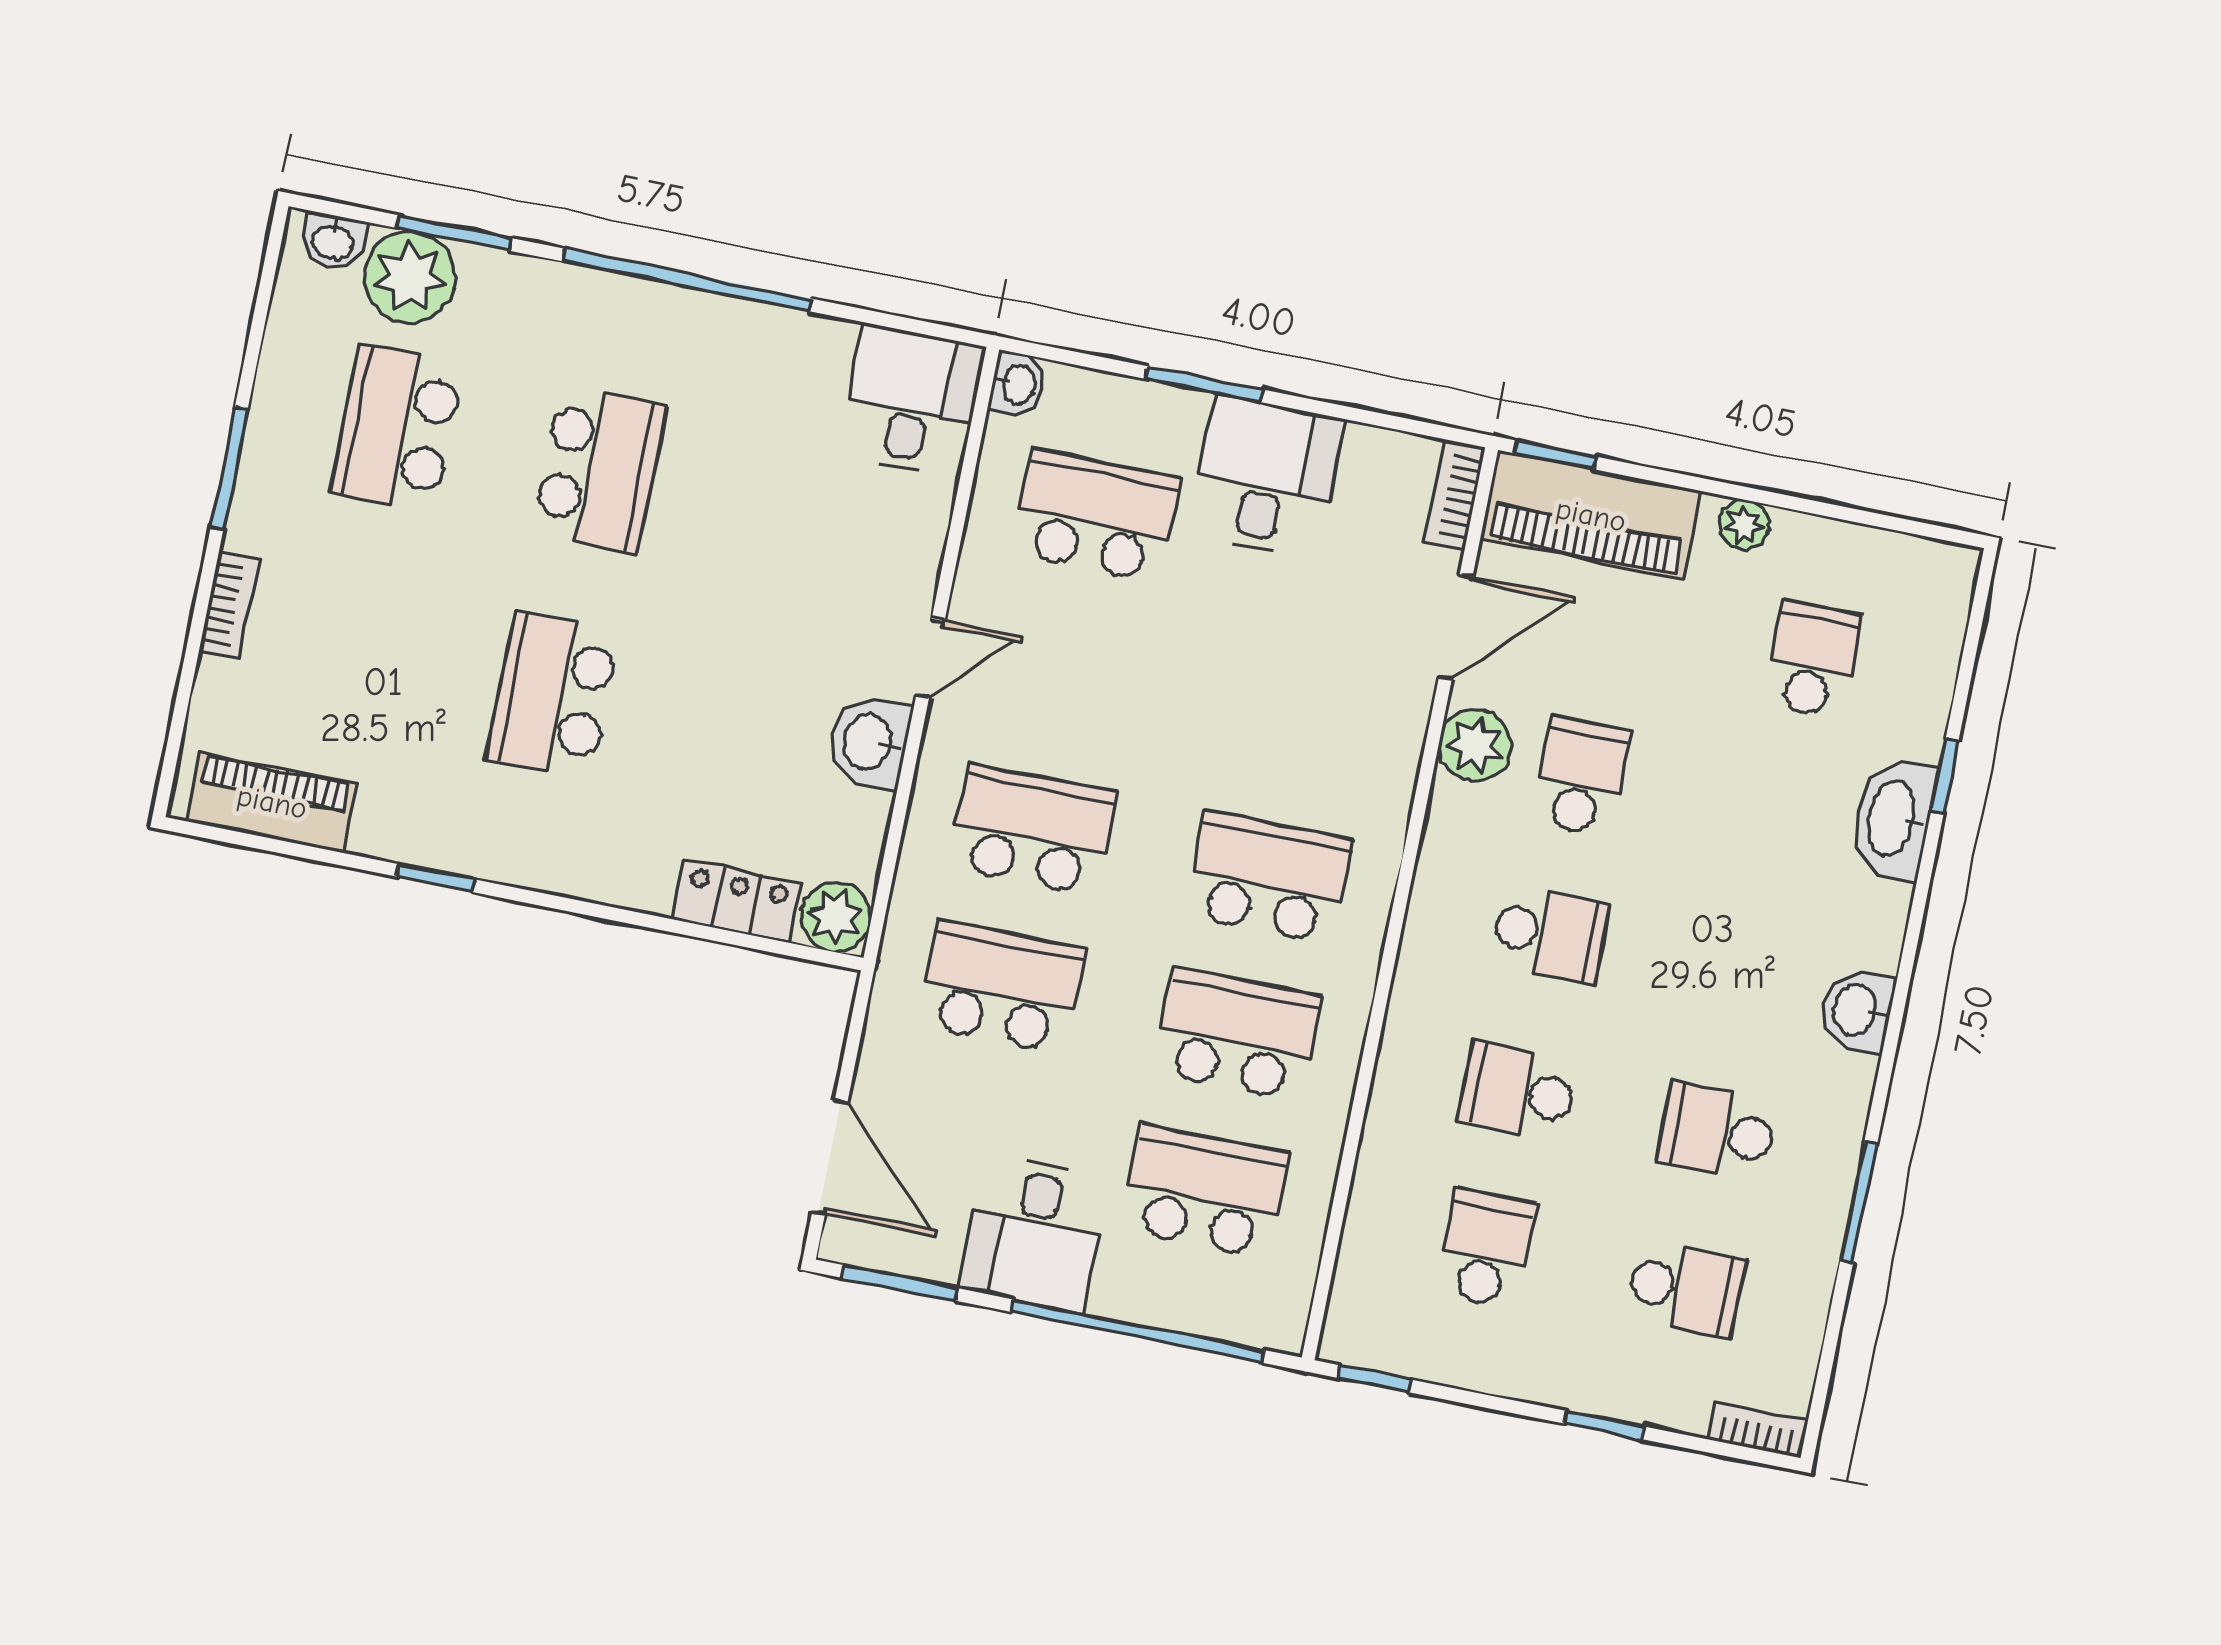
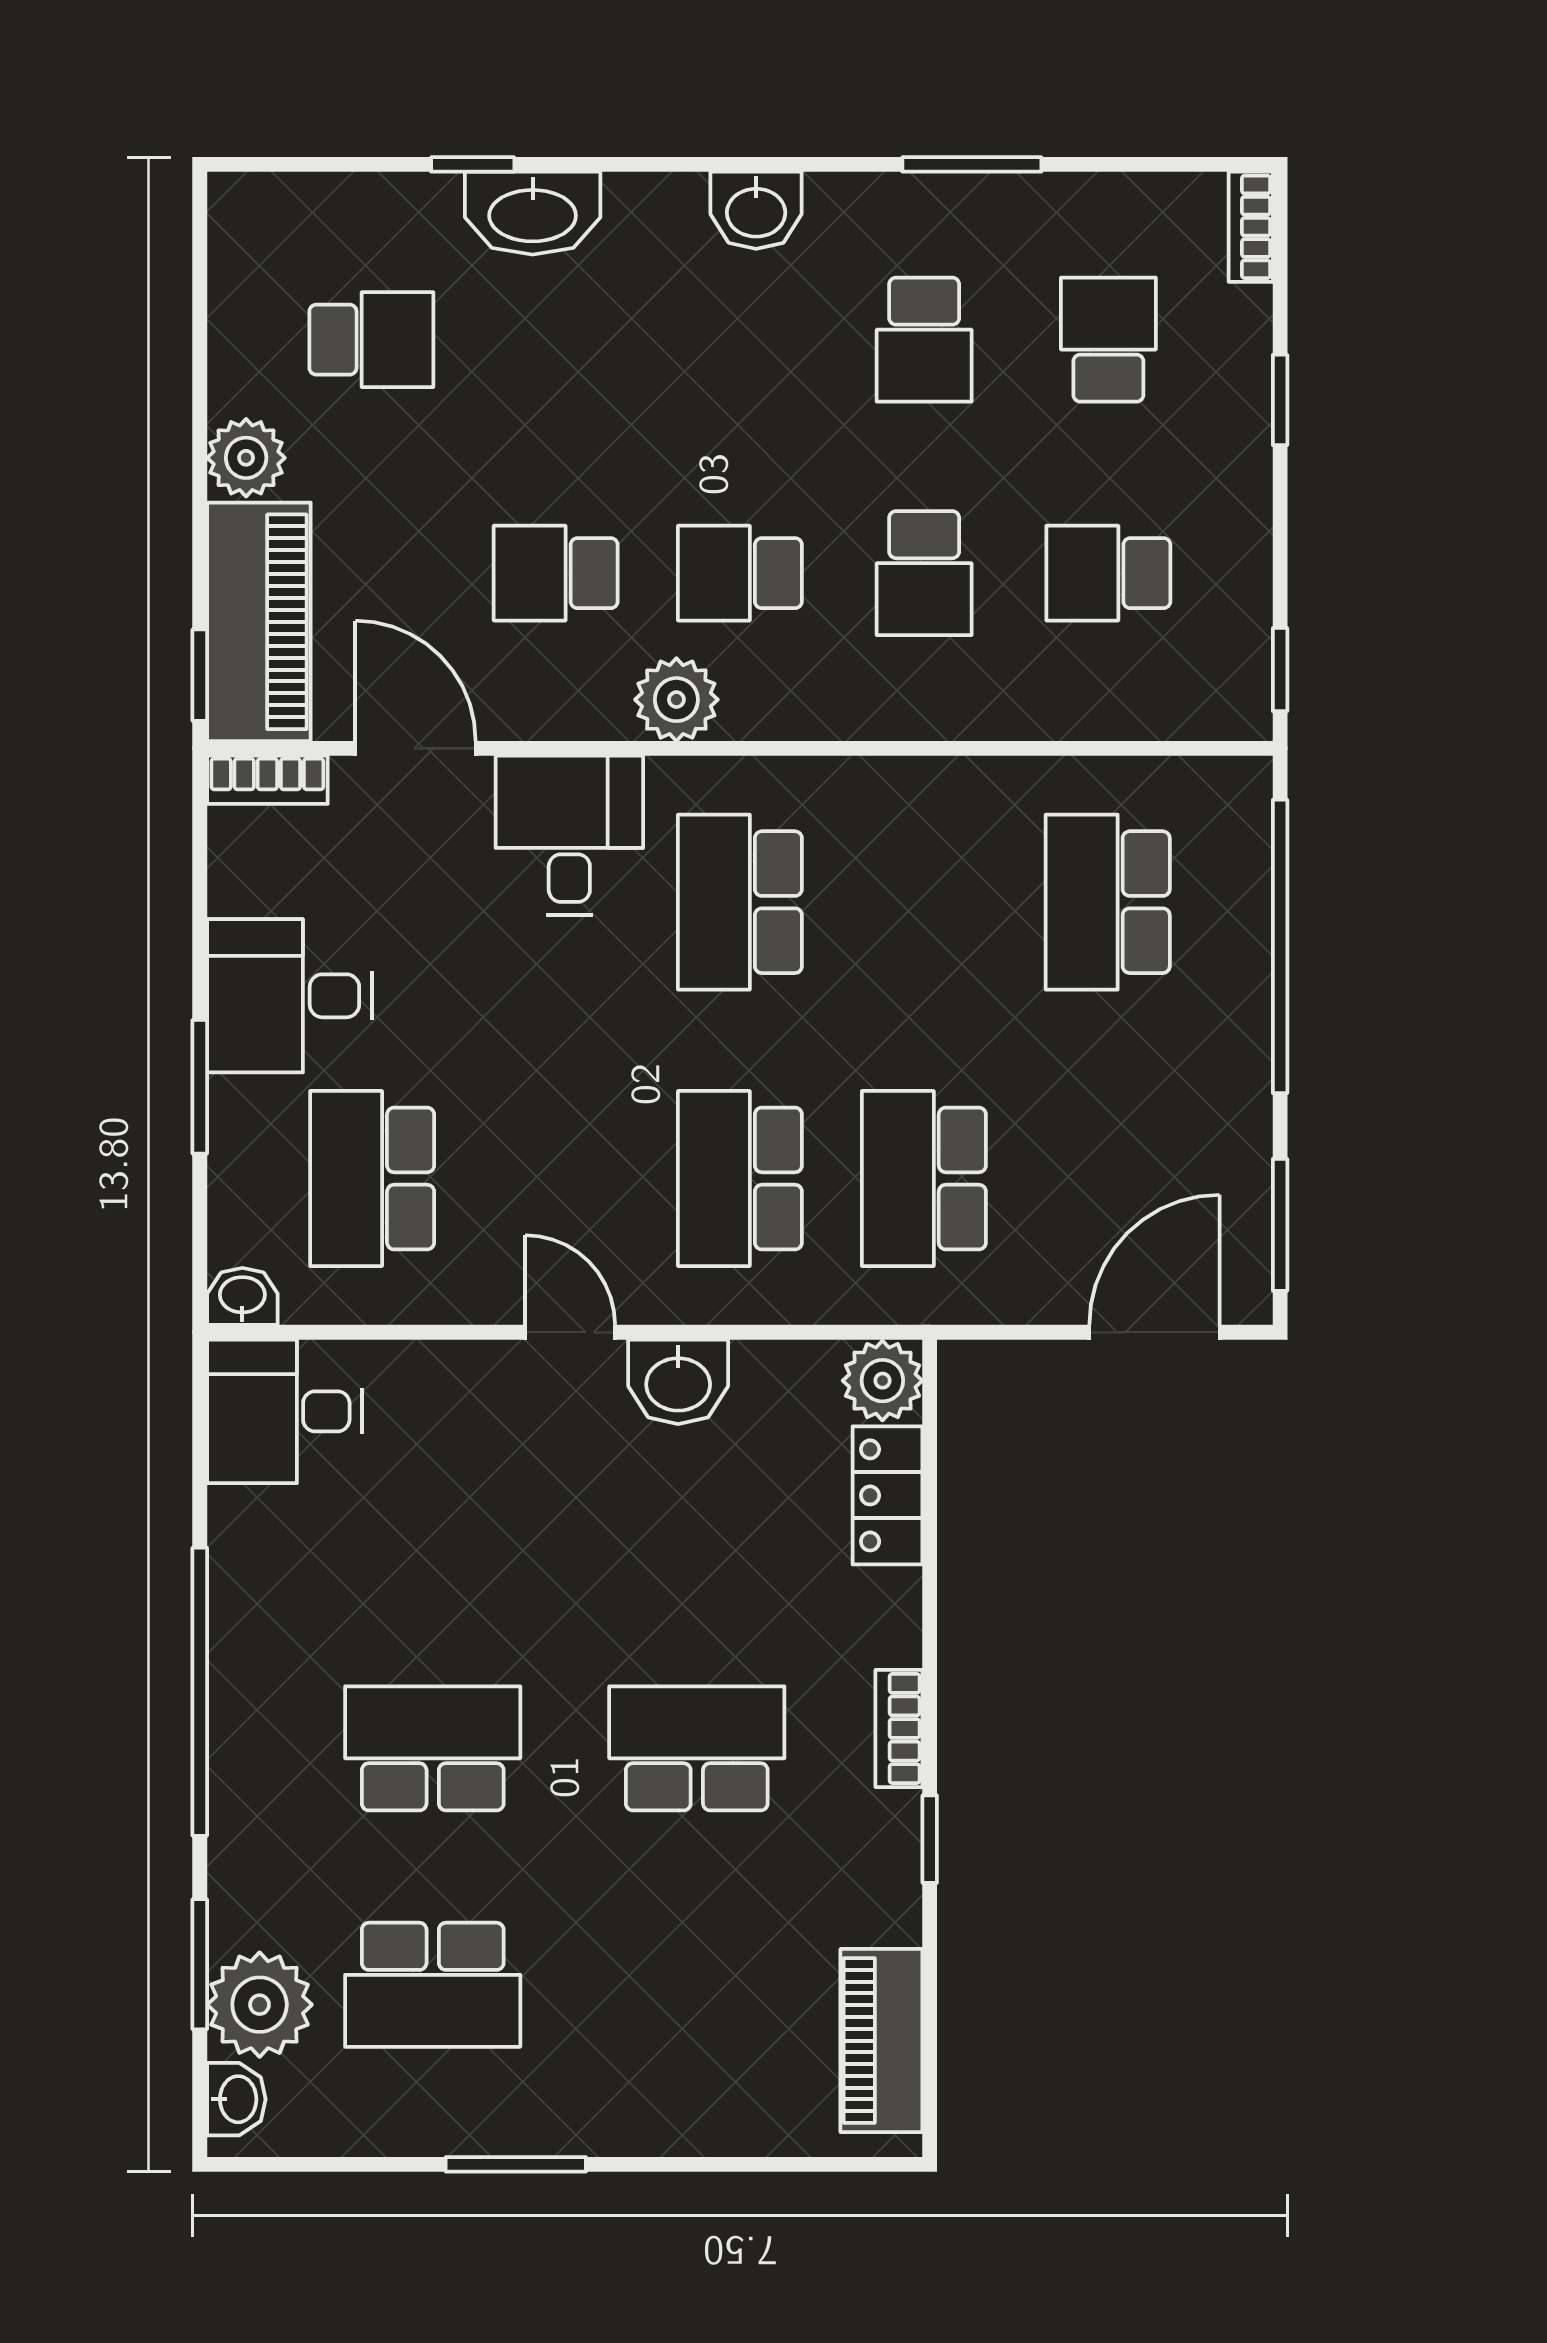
plant: (1744, 525) -> (246, 458), width x1.38, depth x1.38
bookcase: (229, 605) -> (899, 1729), moved, turned -90
school desk: (1812, 659) -> (371, 340), turned 180
school desk: (553, 695) -> (697, 1748), turned 180
plant: (1475, 745) -> (676, 700), moved
school desk: (1550, 934) -> (740, 573), turned -90
school desk: (1237, 1034) -> (924, 902), removed
desk: (1034, 1233) -> (569, 835), moved, turned -90

